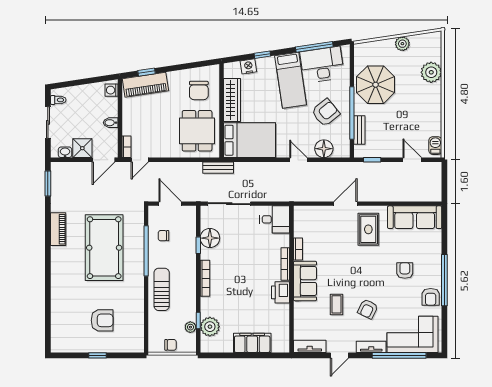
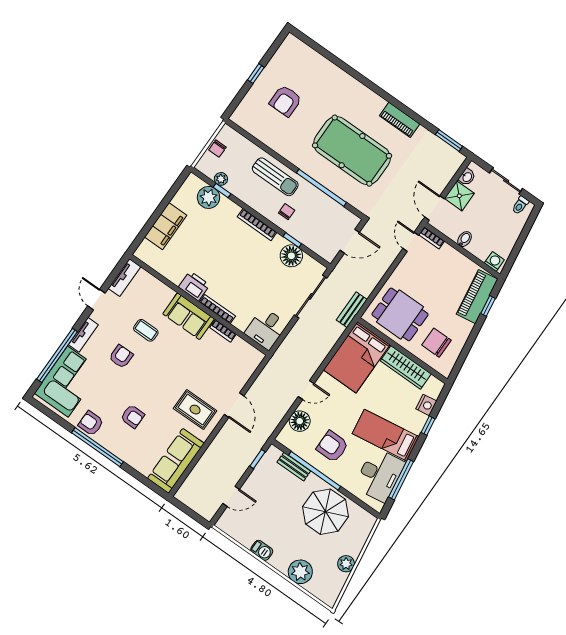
armchair: (326, 113) -> (332, 447), turned 129
barbecue: (435, 146) -> (262, 550), moved
chair: (164, 236) -> (287, 212), moved
armchair: (368, 309) -> (121, 357), turned 64

